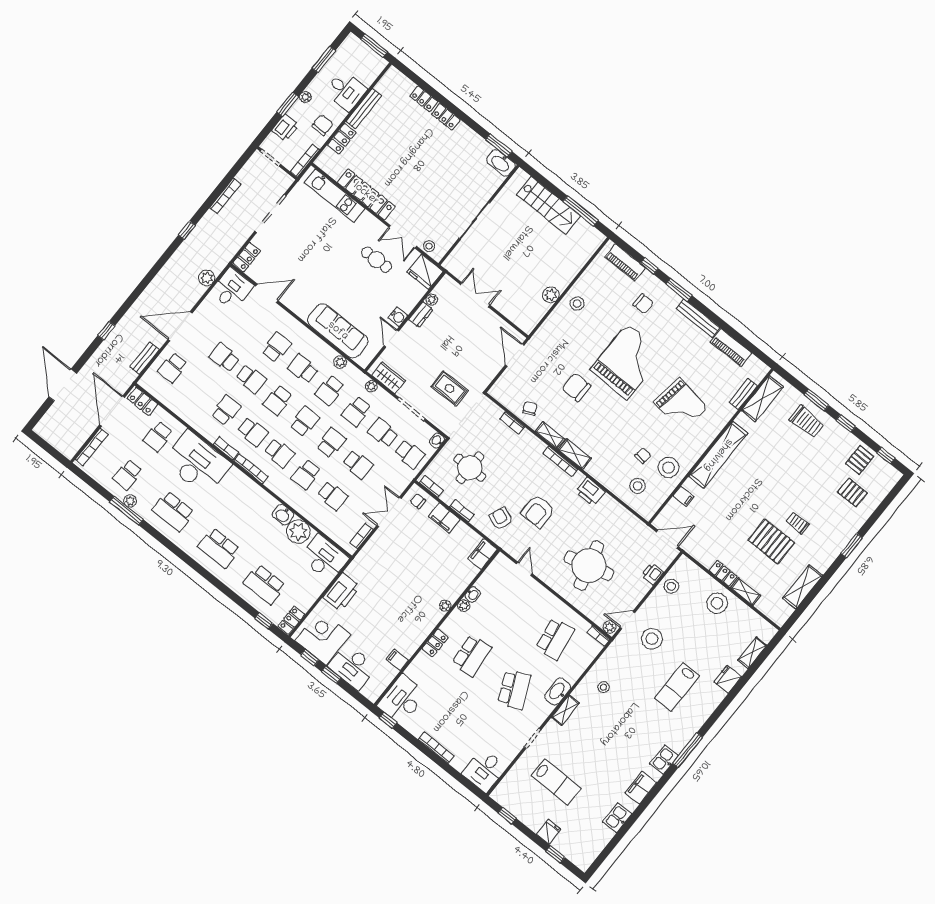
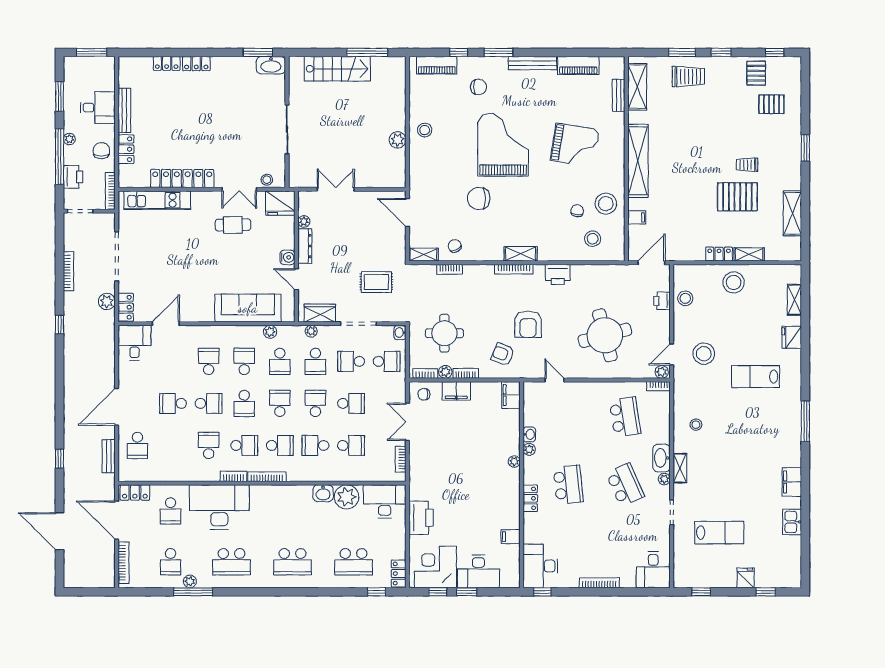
window: (288, 104) -> (60, 157), width x2.11
plant: (207, 278) -> (107, 301), moved
dresser: (421, 315) -> (305, 246), width x1.44
school desk: (303, 369) -> (244, 361), turned 90
shelving: (550, 435) -> (424, 255), moved
school desk: (306, 474) -> (315, 445), turned 90
plant: (447, 497) -> (445, 372), added
lab bench: (677, 687) -> (756, 377), turned 90
plant: (547, 709) -> (664, 479), added
kitchen sink: (664, 760) -> (792, 444), removed

